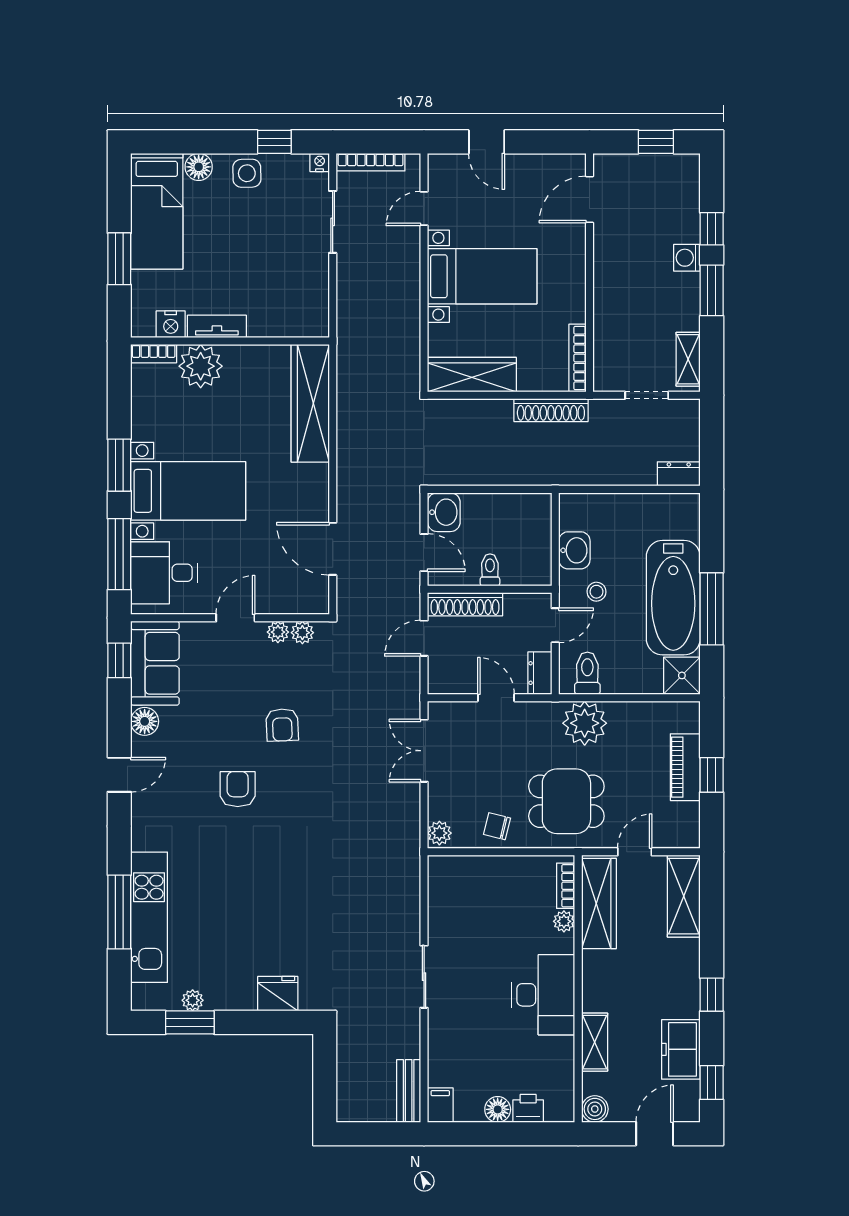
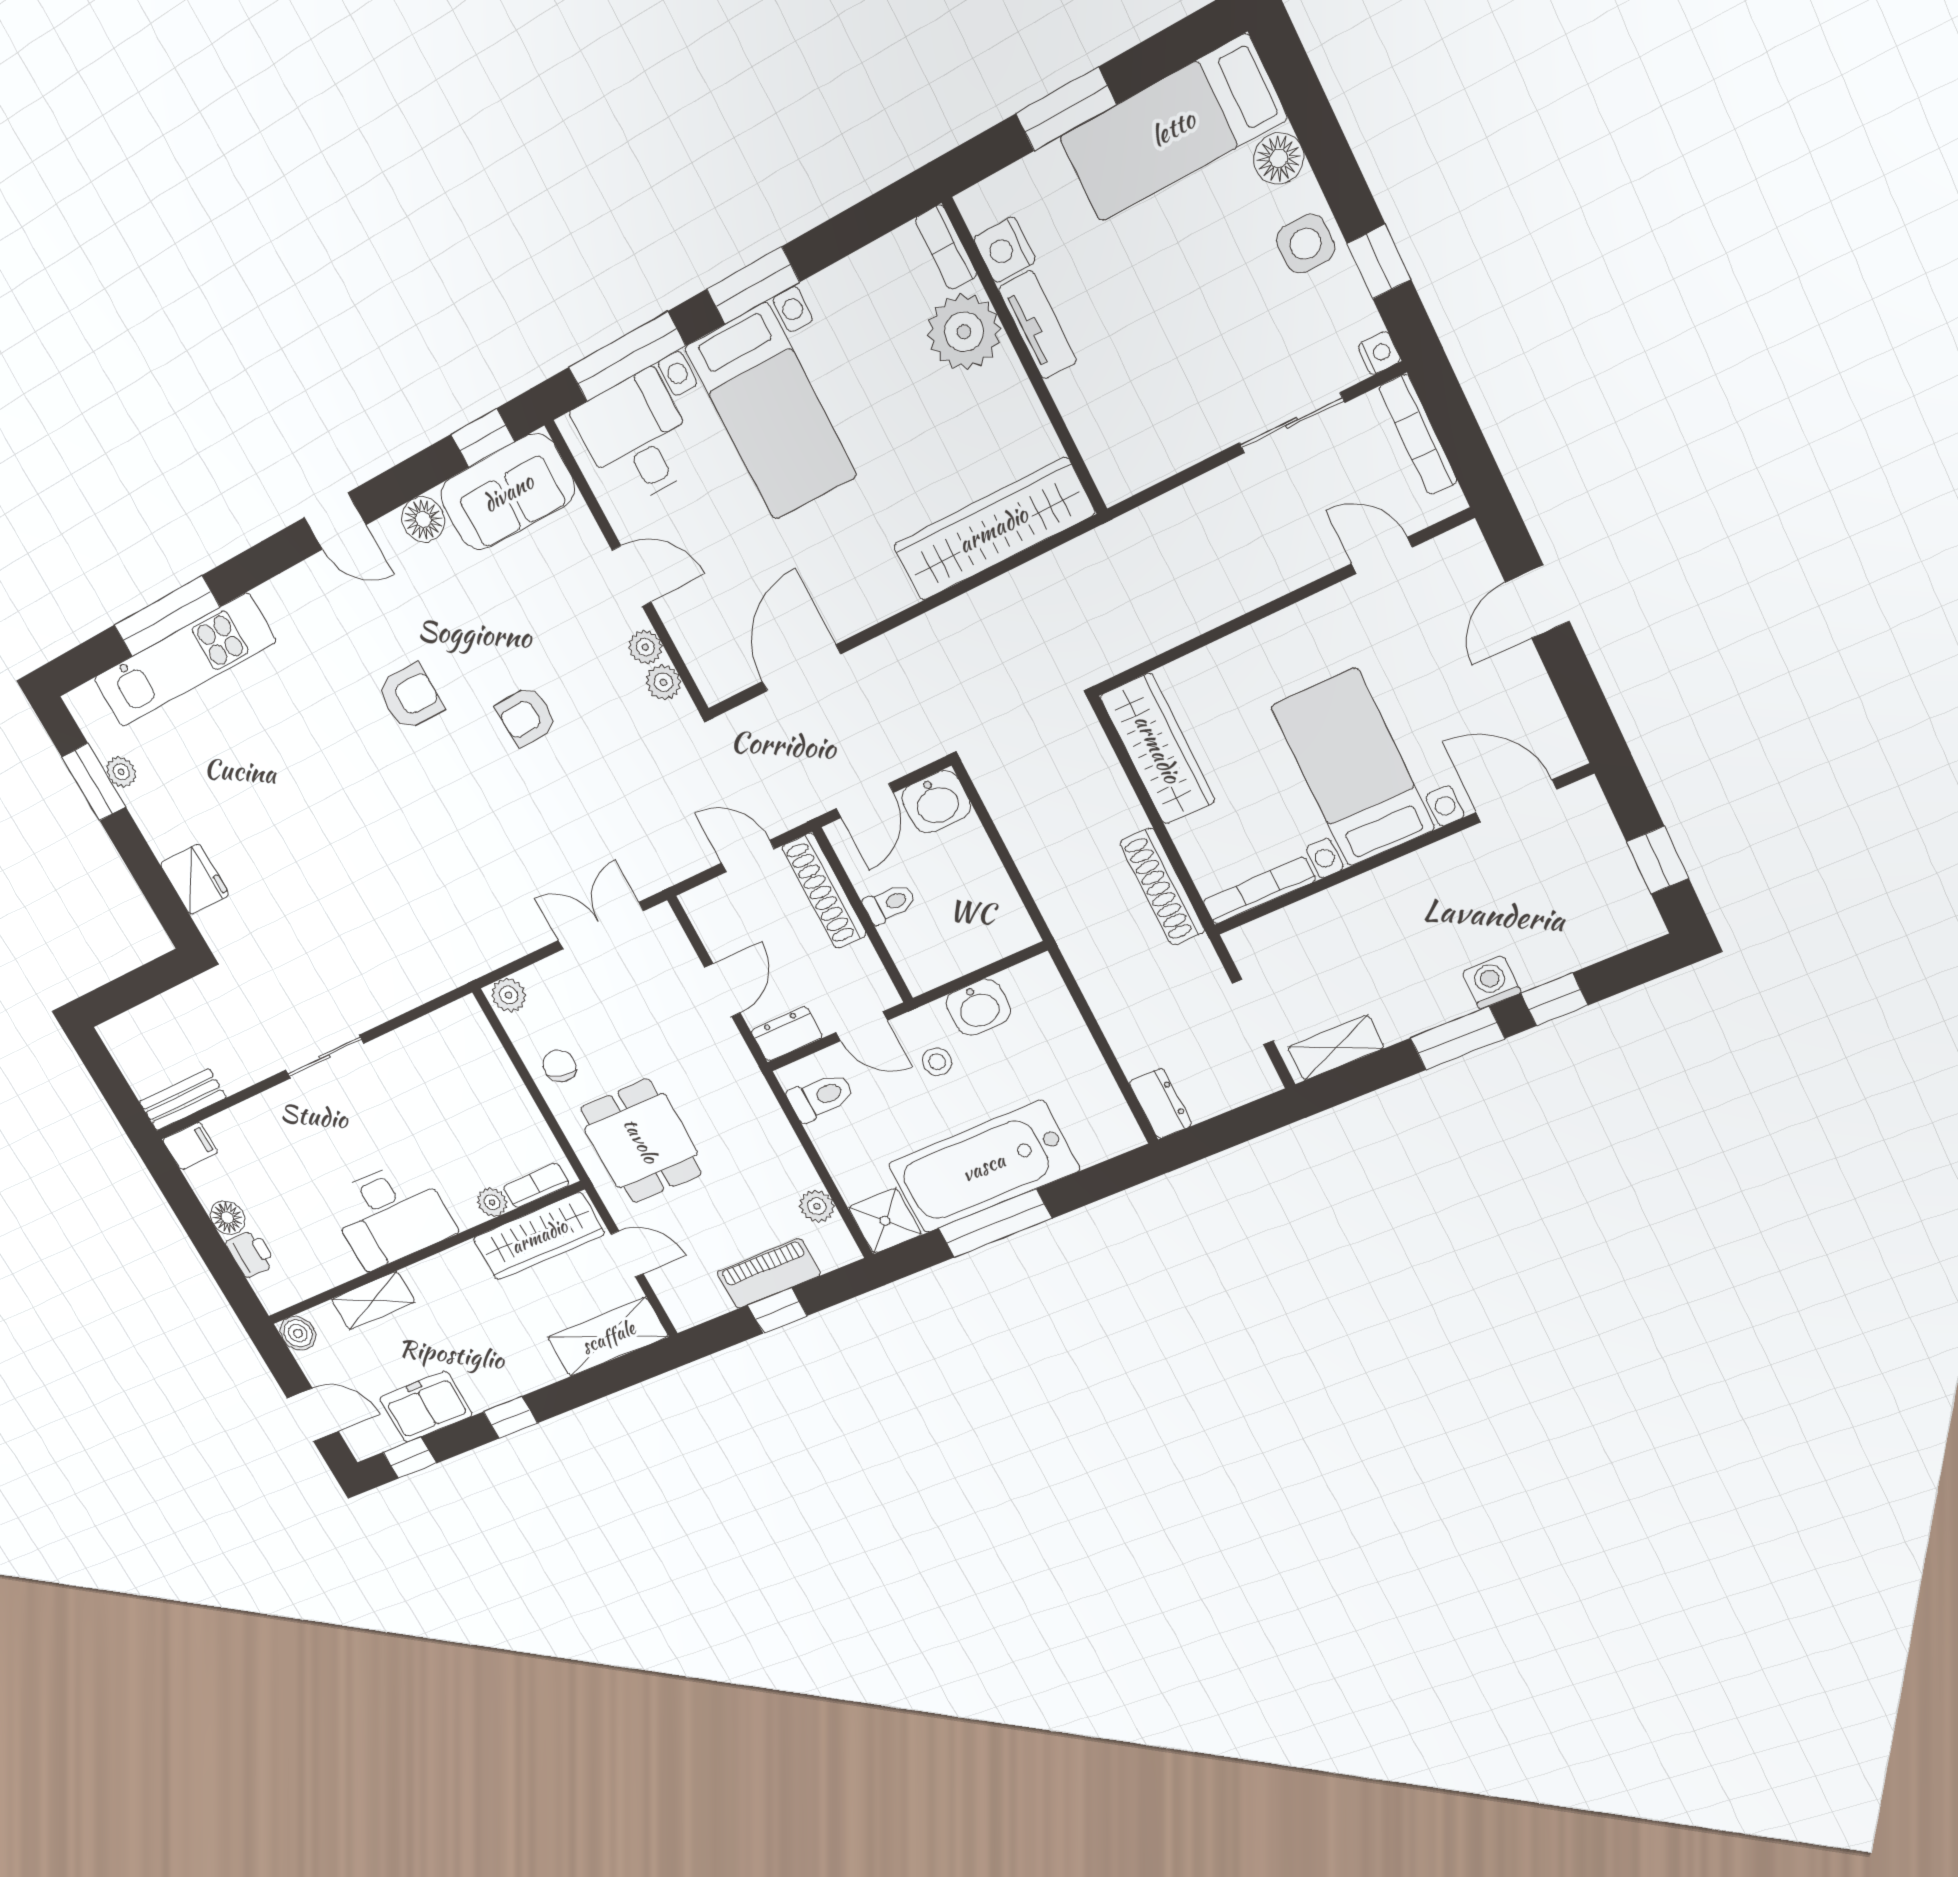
bed with nightstands: (482, 276) -> (1353, 768), moved, turned 180
plant: (585, 723) -> (817, 1206), moved, width x0.53, depth x0.53

